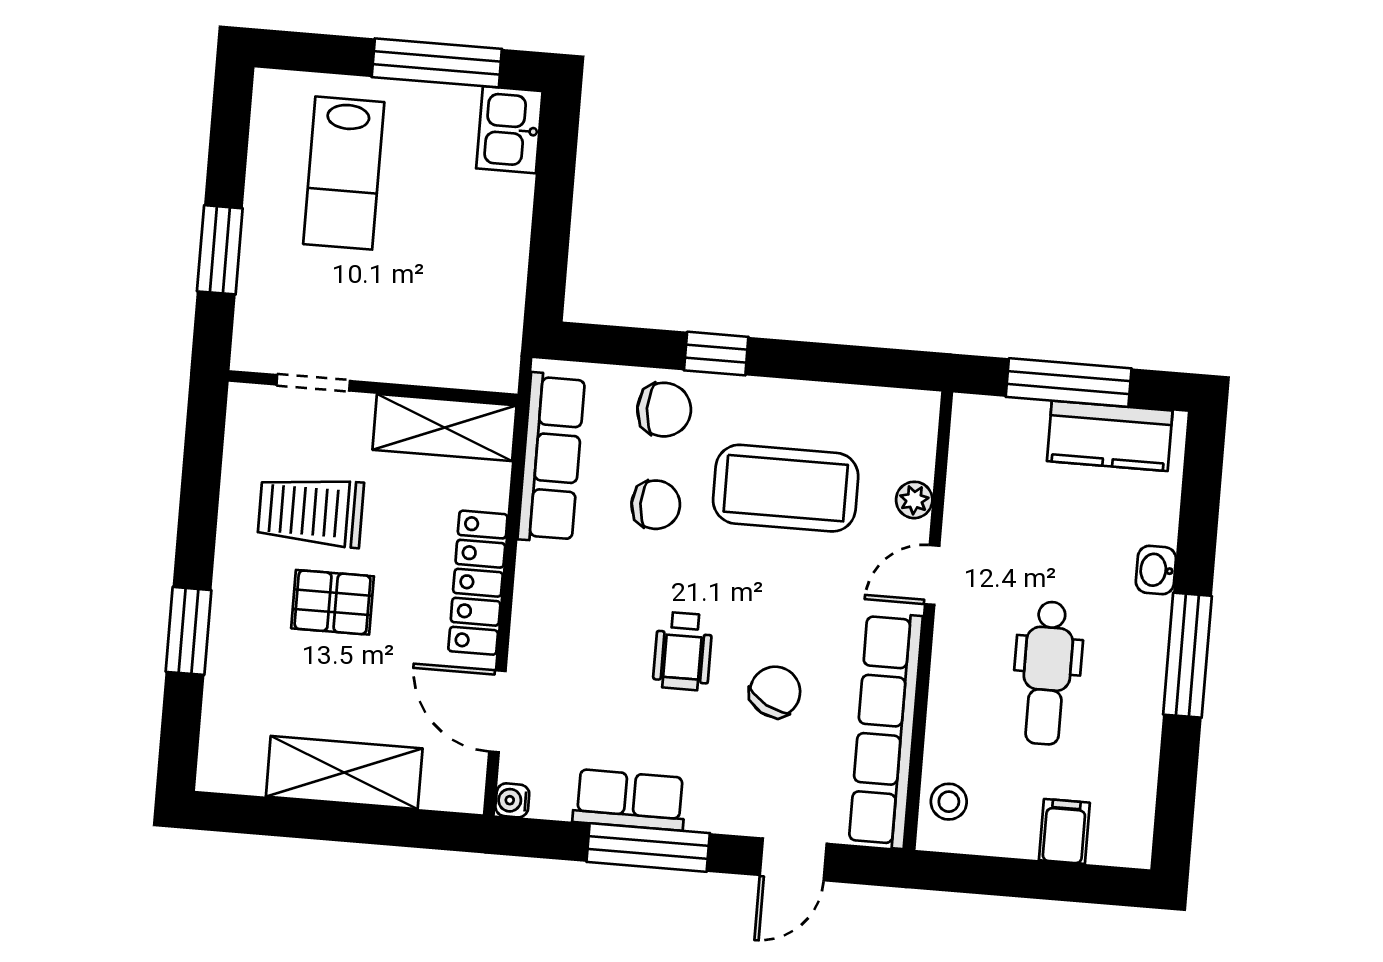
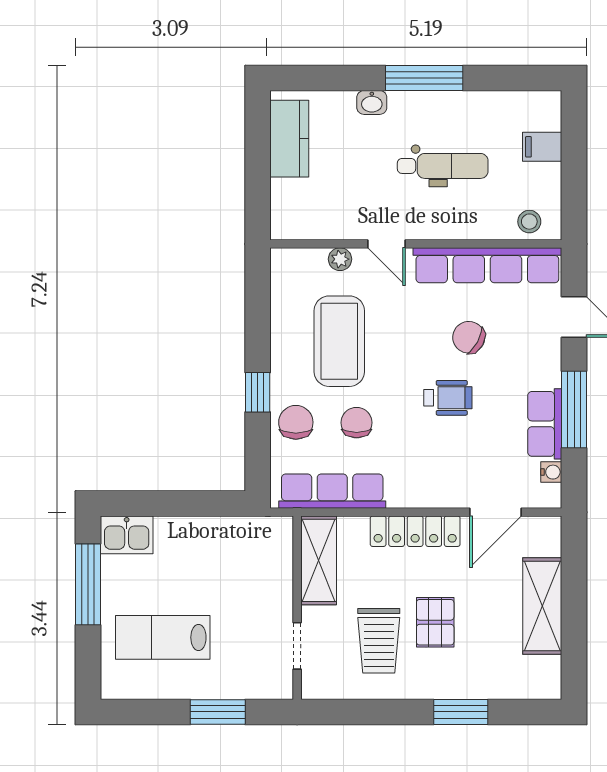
lab bench: (344, 173) -> (163, 637), turned 180
window: (1069, 383) -> (258, 167), removed
water cooler: (512, 800) -> (551, 472), moved, turned -90

